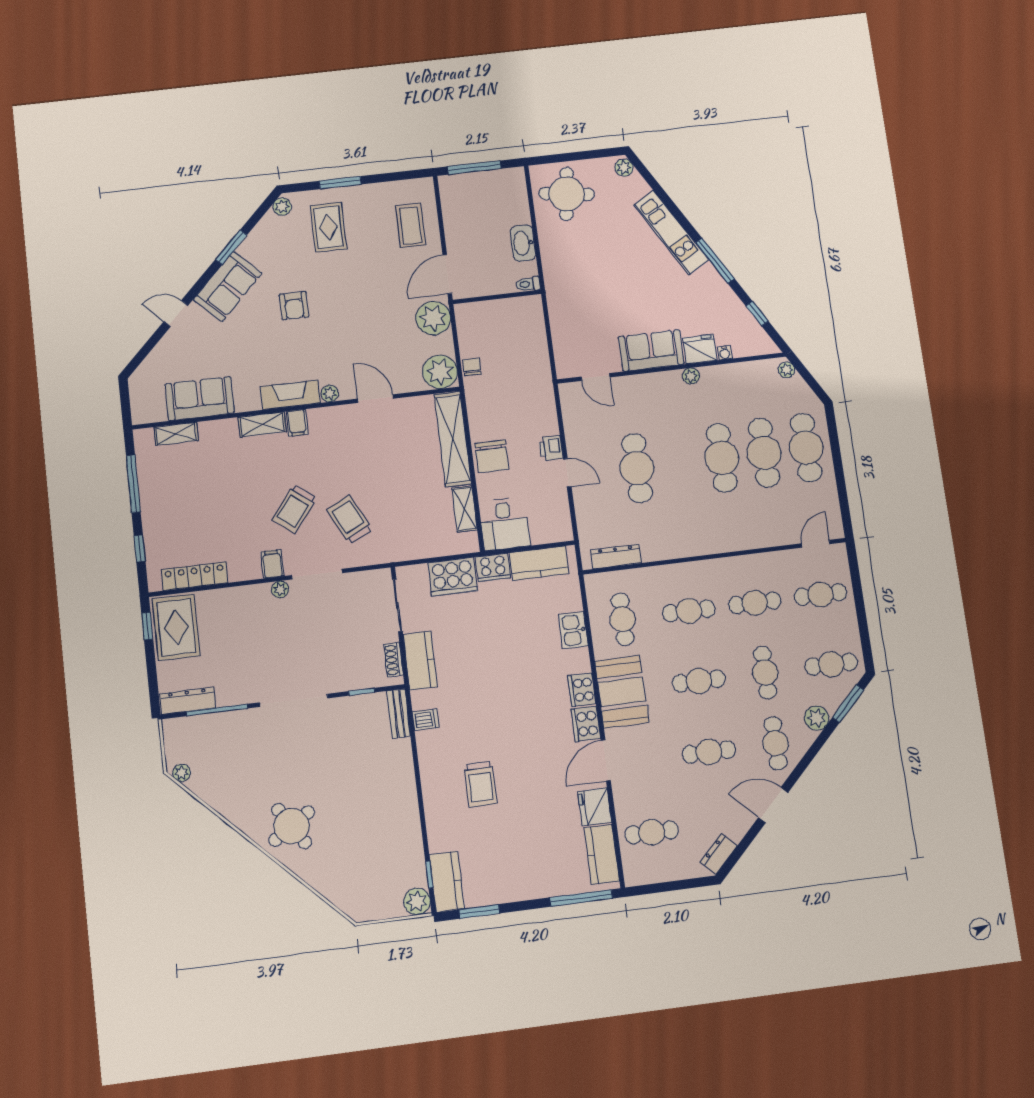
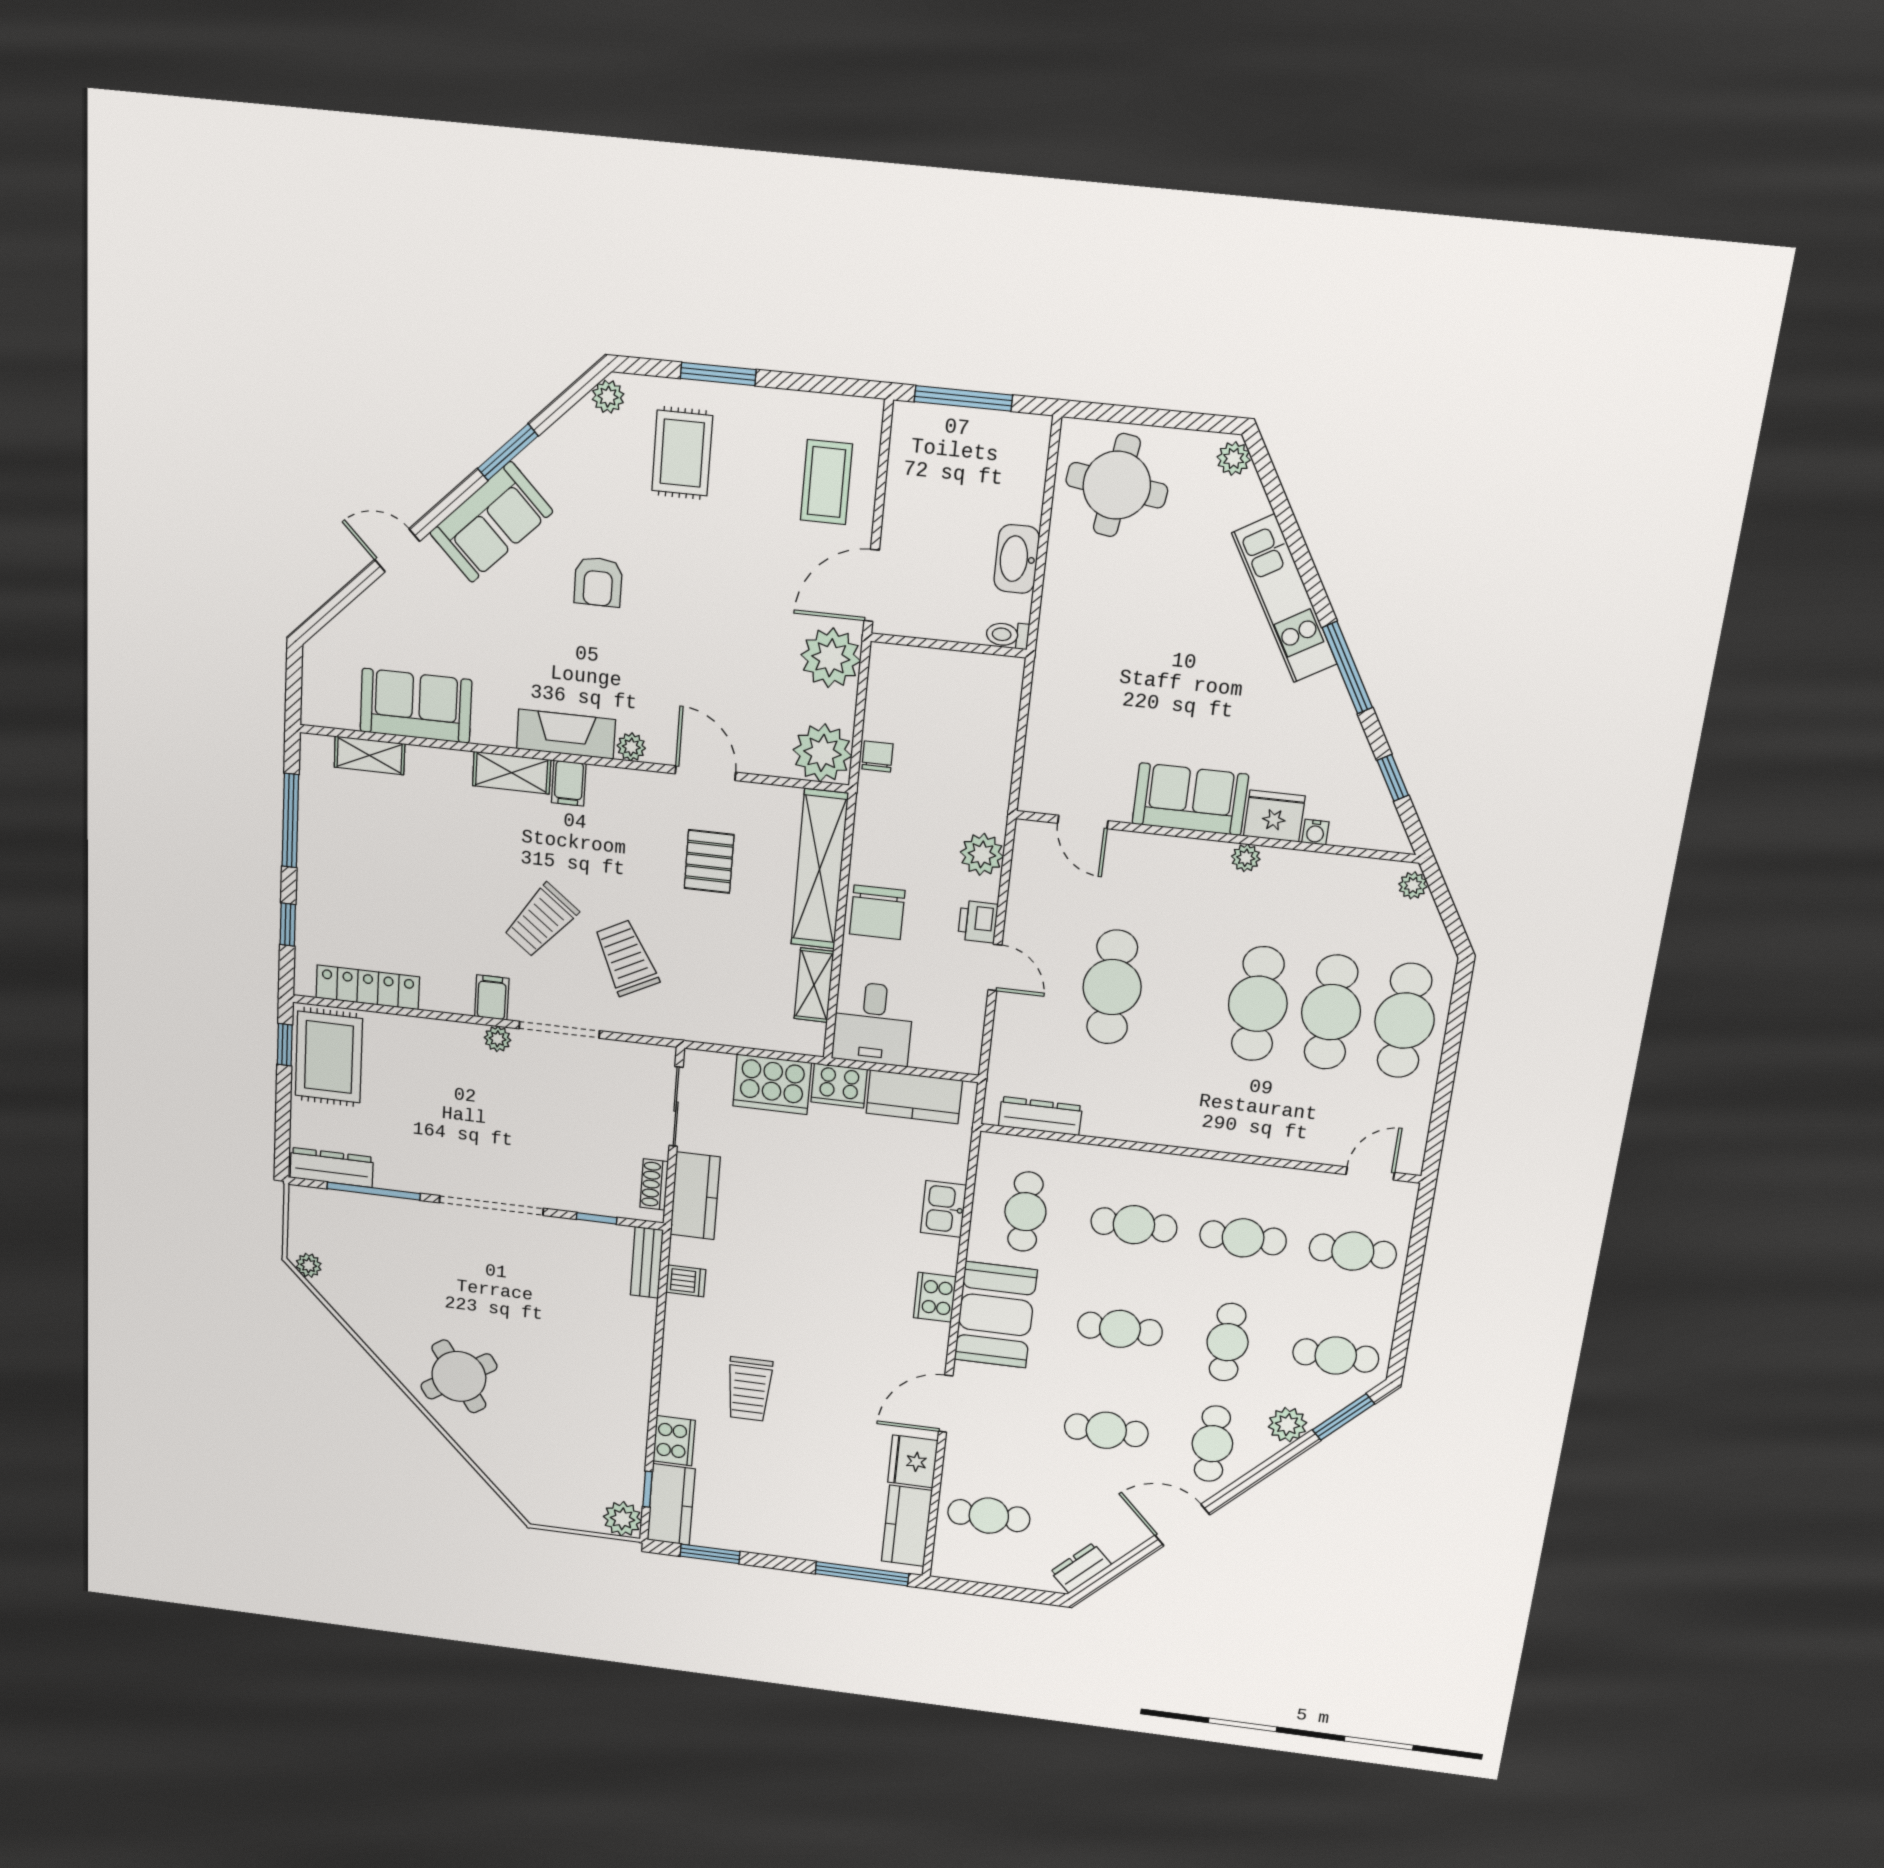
plant: (544, 409) -> (982, 854), added
pallet: (388, 450) -> (709, 862), added
cooker: (586, 724) -> (674, 1441), moved, turned 180

